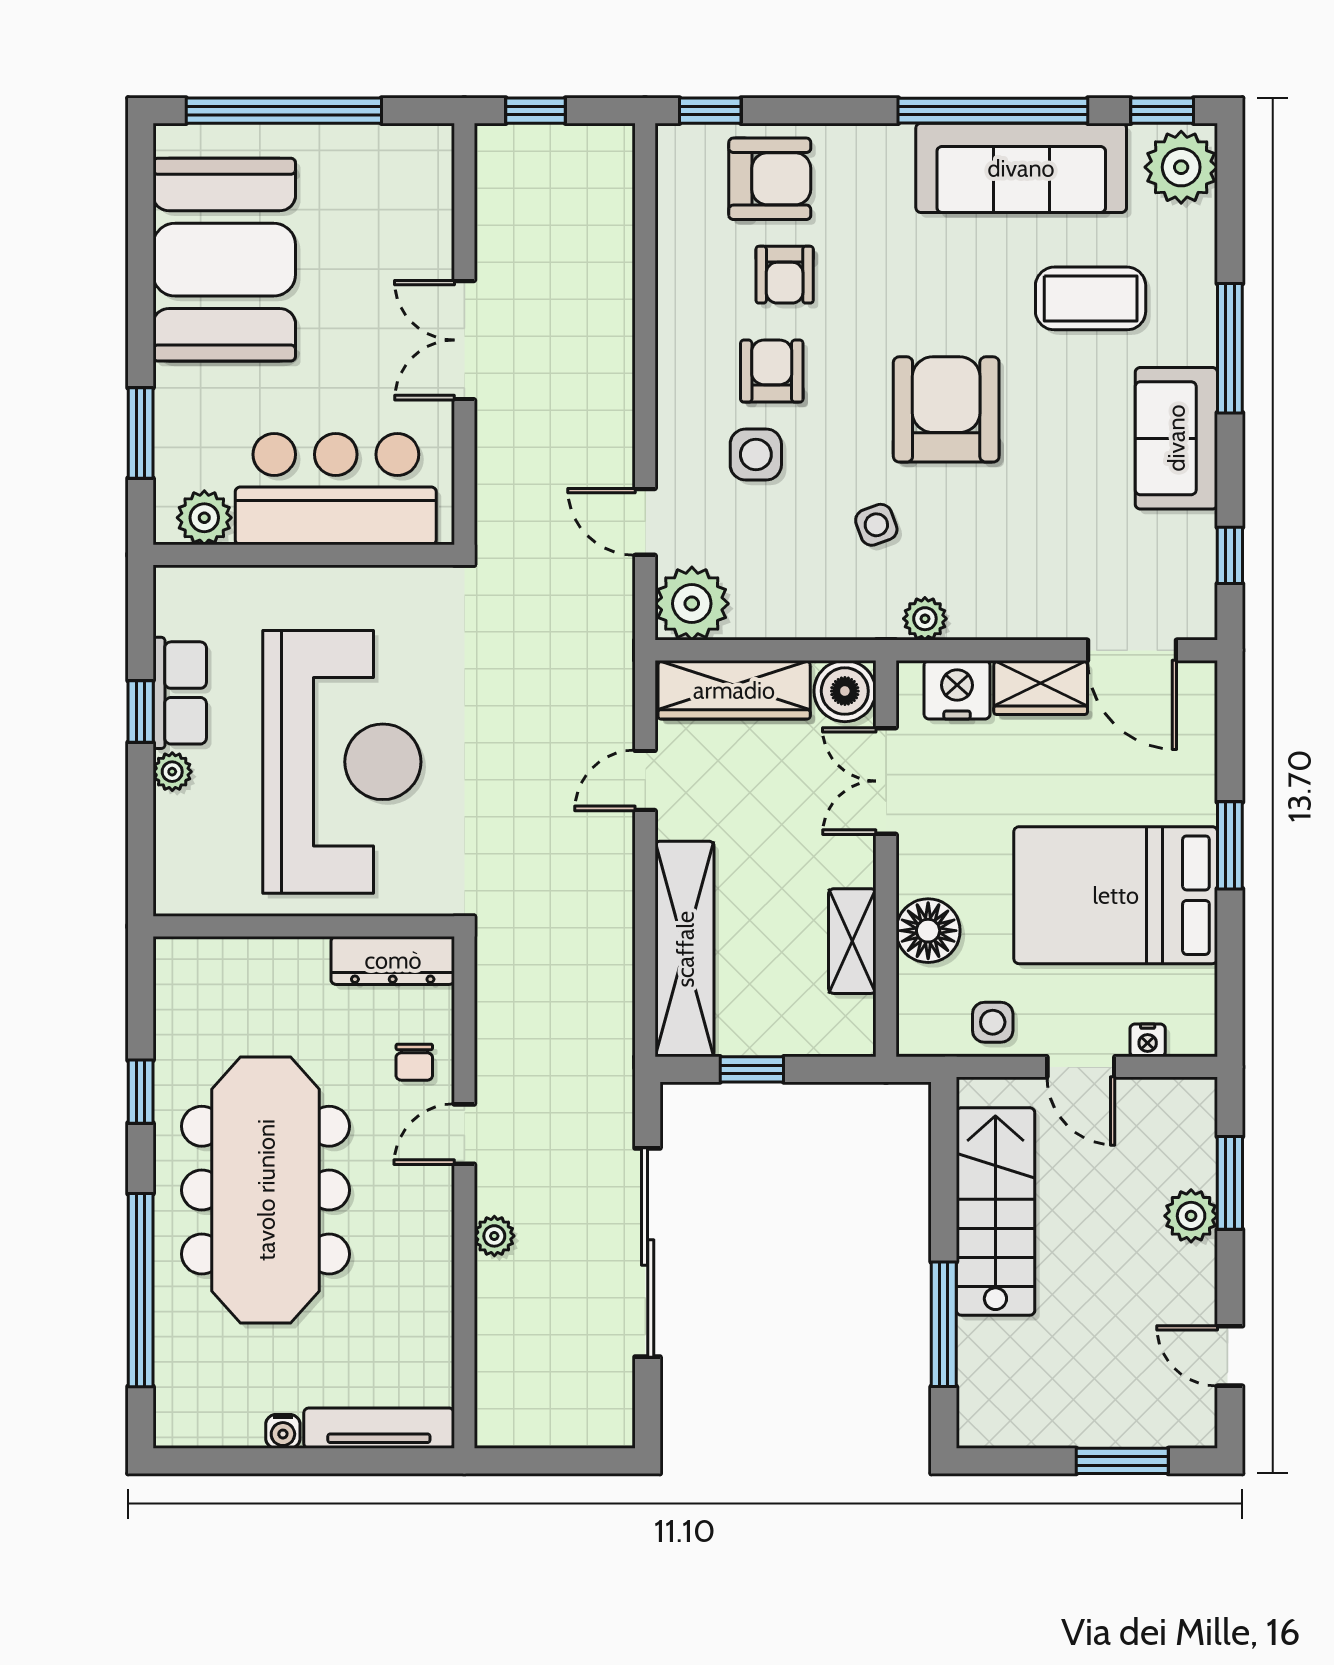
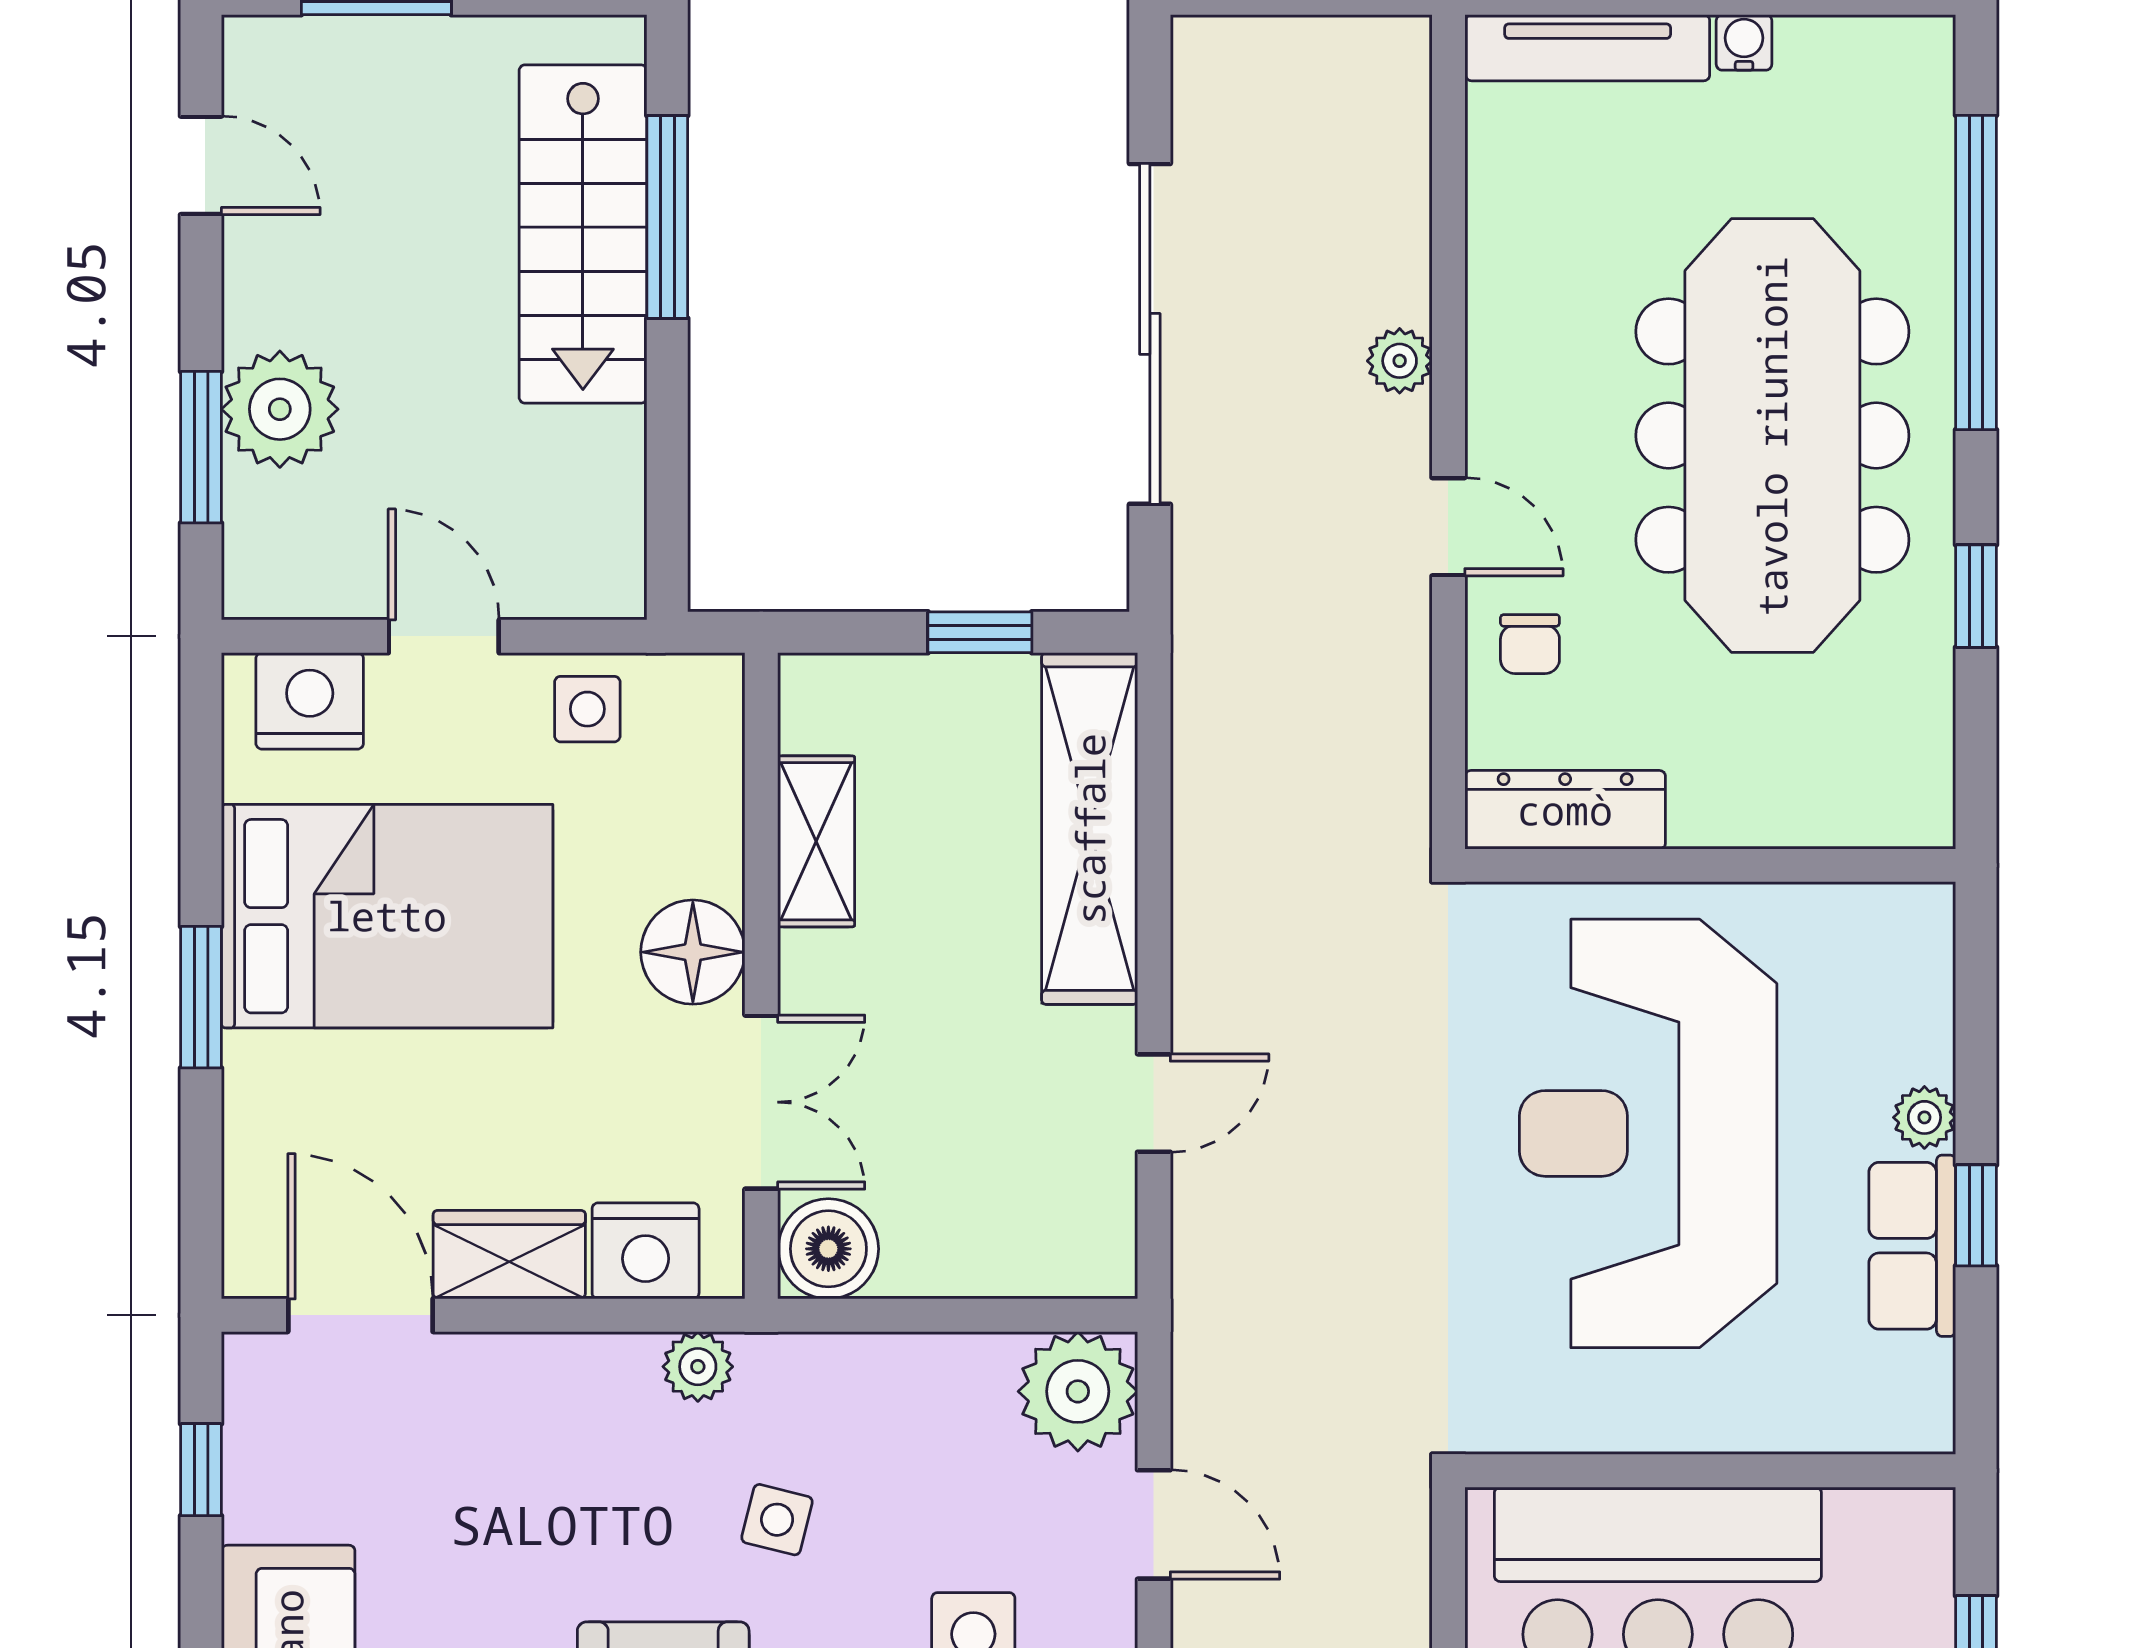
plant: (204, 518) -> (1872, 1531), removed
side table: (876, 525) -> (777, 1520), turned 34
wardrobe: (734, 690) -> (1009, 1251), removed
floor lamp: (928, 931) -> (693, 952), moved
nightstand: (1148, 1040) -> (310, 701), width x1.89, depth x1.79
chair: (414, 1062) -> (1530, 644), turned 180
door: (464, 1134) -> (1448, 527), hinge flipped
stairs: (995, 1211) -> (583, 234), moved
plant: (1191, 1216) -> (280, 409), width x1.36, depth x1.36

